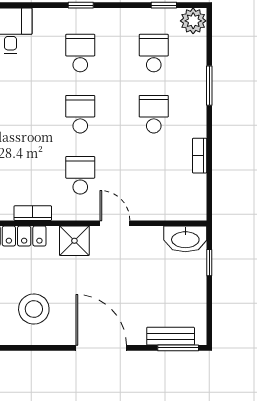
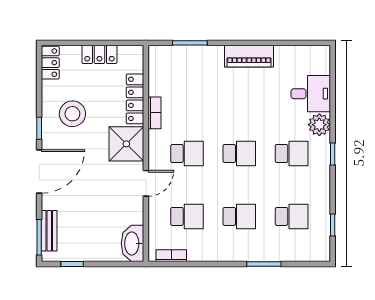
plant: (193, 21) -> (319, 125), moved
bookcase: (200, 156) -> (171, 256), moved
school desk: (154, 175) -> (187, 216), added
shower: (74, 241) -> (126, 144), width x1.36, depth x1.36
window: (209, 263) -> (72, 264), moved
window: (51, 348) -> (39, 128), added

